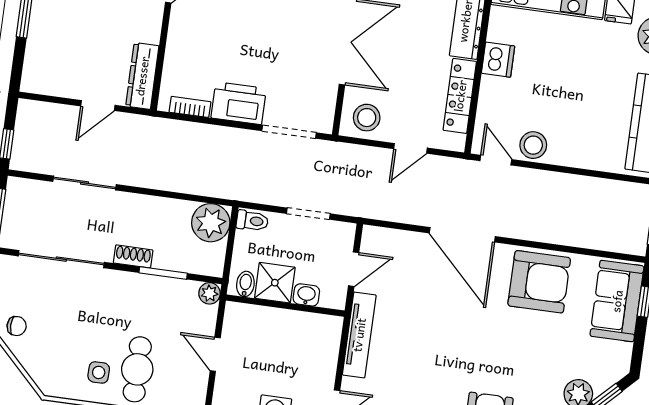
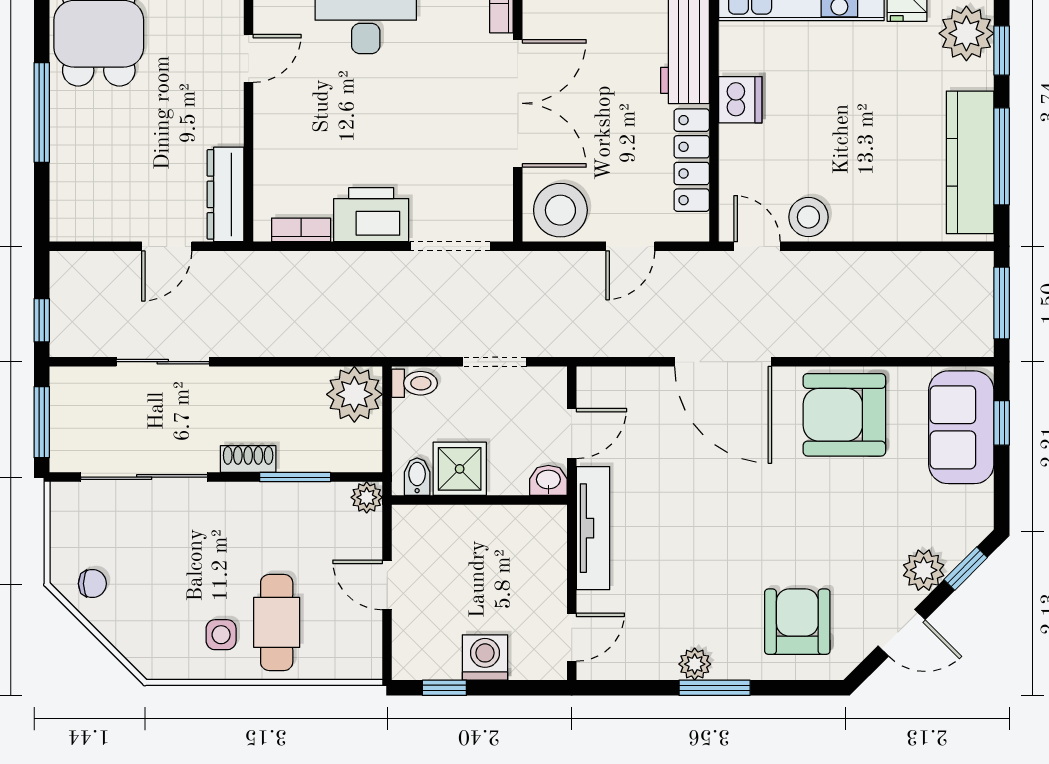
stool: (367, 118) -> (560, 210), width x1.38, depth x1.38
armchair: (539, 282) -> (844, 415), turned 180
washbasin: (306, 295) -> (548, 480), moved

